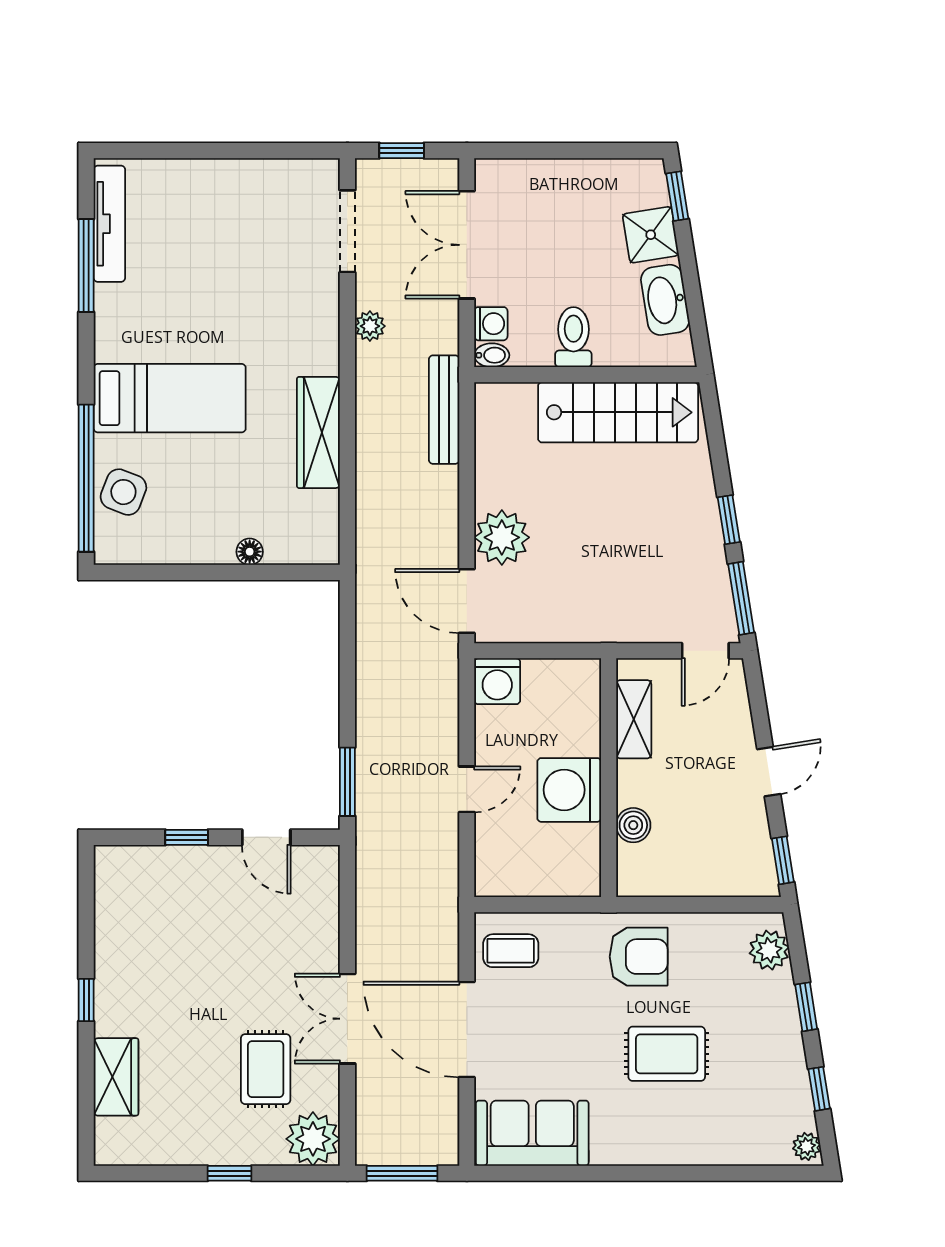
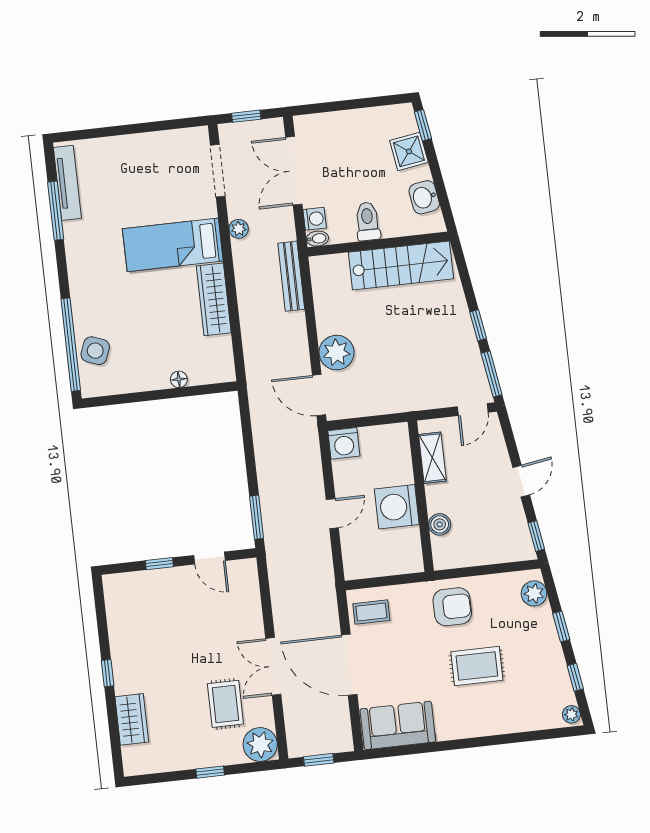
washbasin: (665, 300) -> (424, 197), width x0.72
bed: (170, 398) -> (173, 245), moved, turned 180
window: (402, 1173) -> (319, 760), width x0.67

